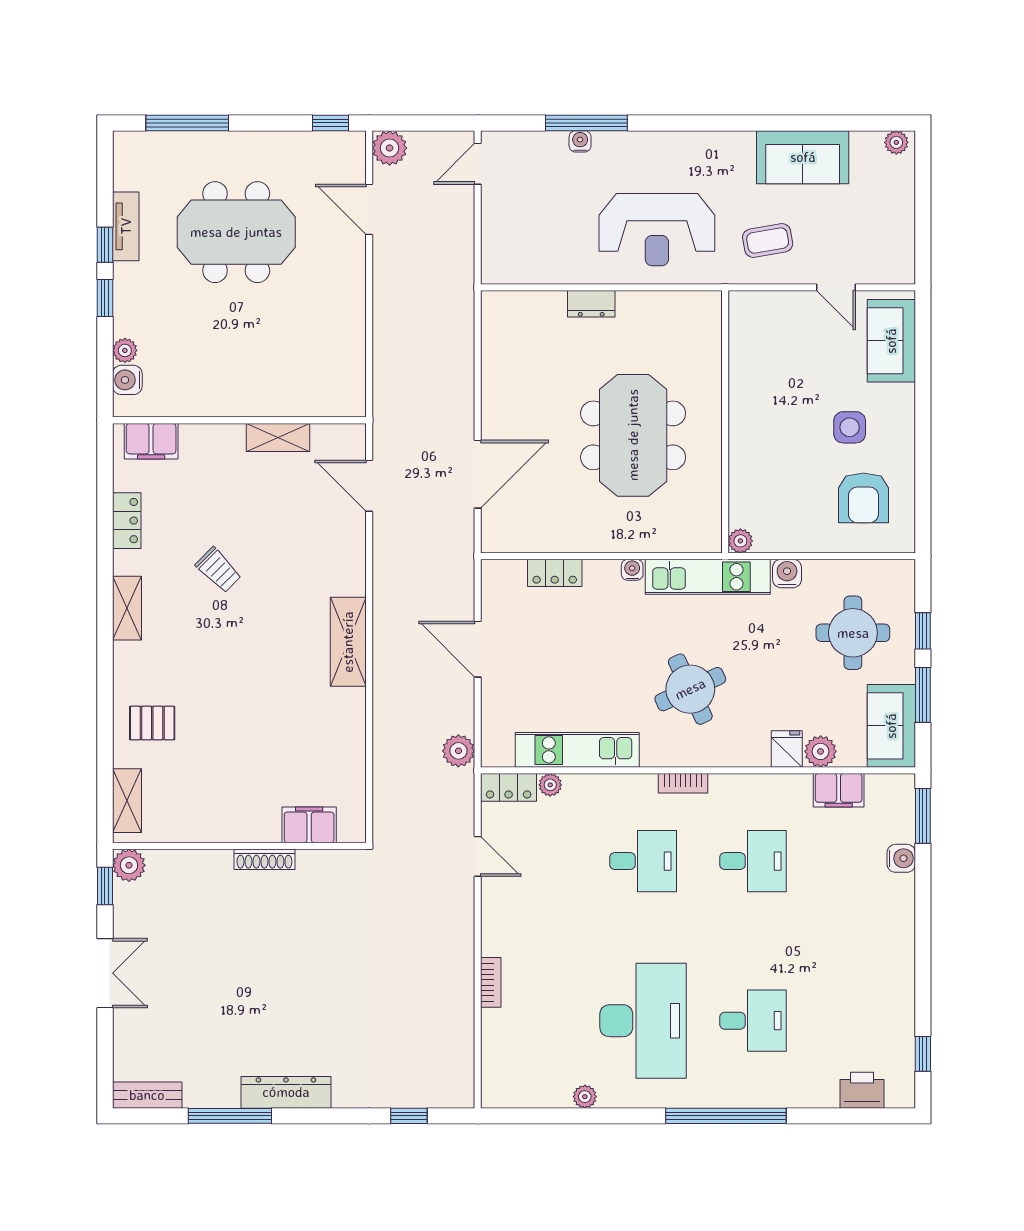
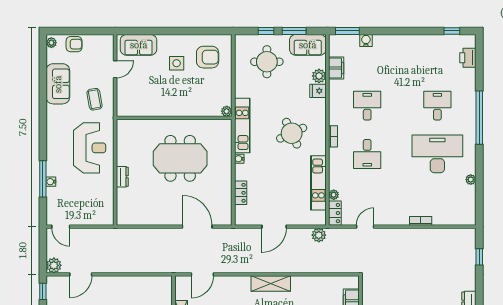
armchair: (893, 194) -> (74, 44), added
water cooler: (787, 573) -> (241, 91), removed
desk: (643, 861) -> (367, 154), turned 180

